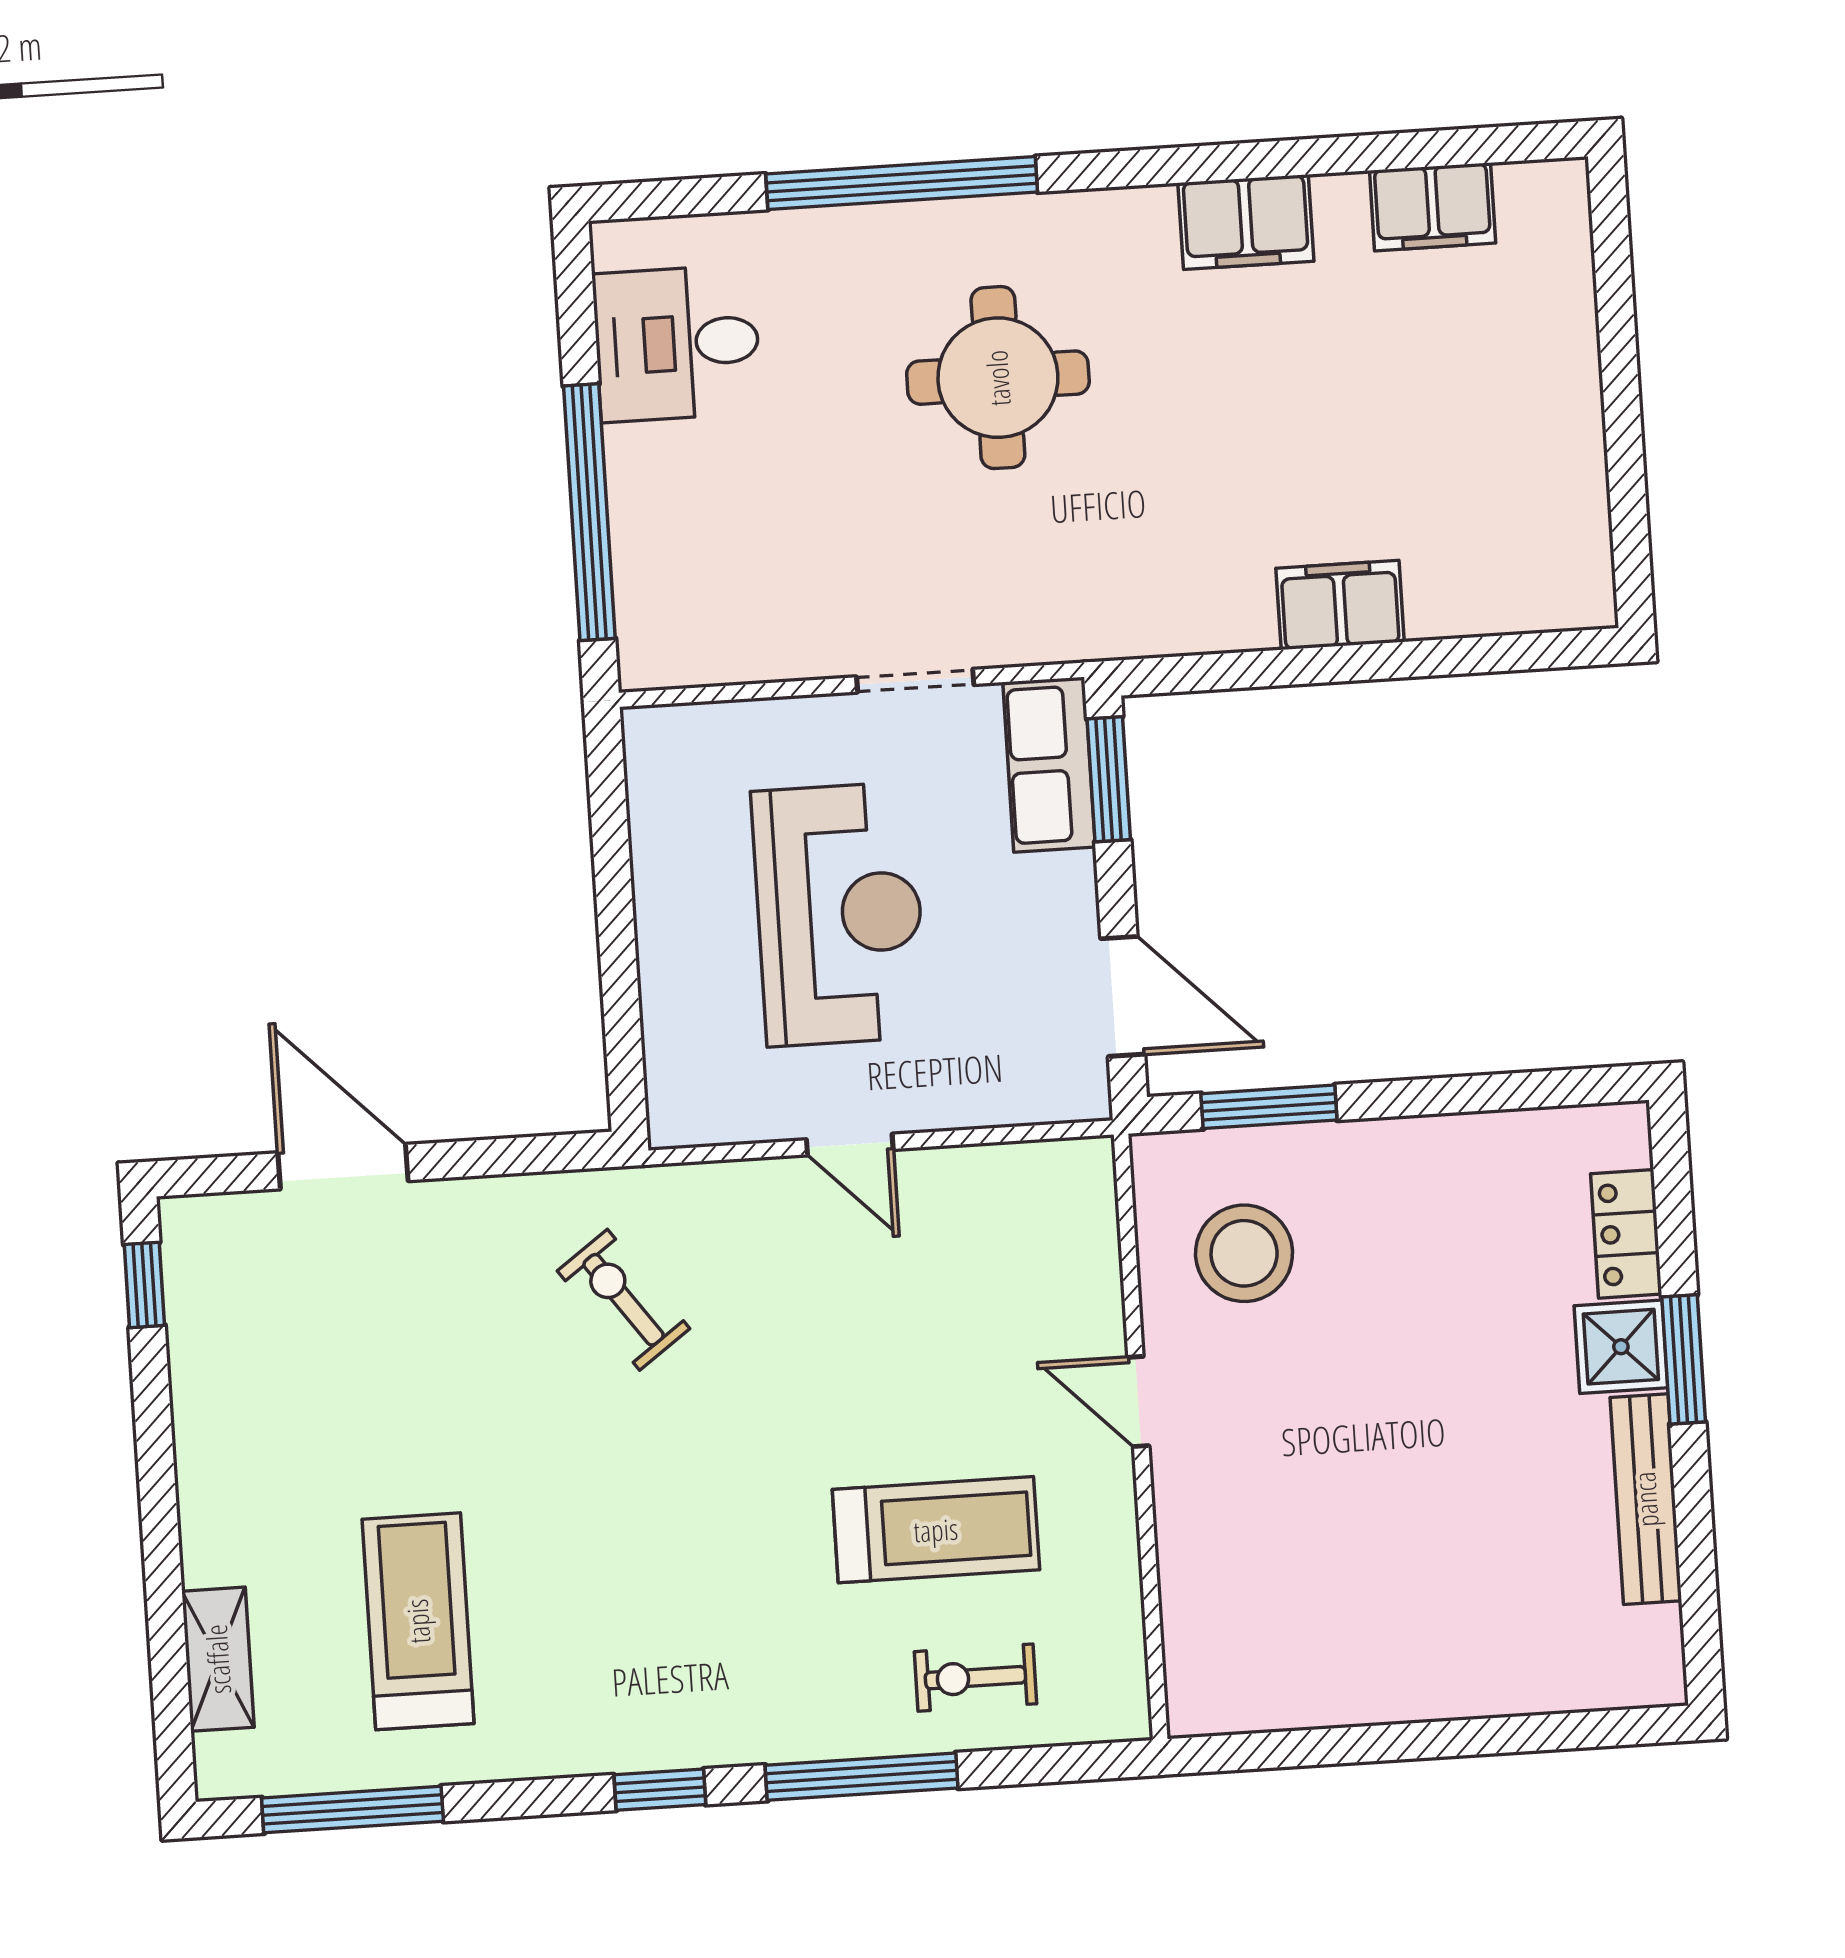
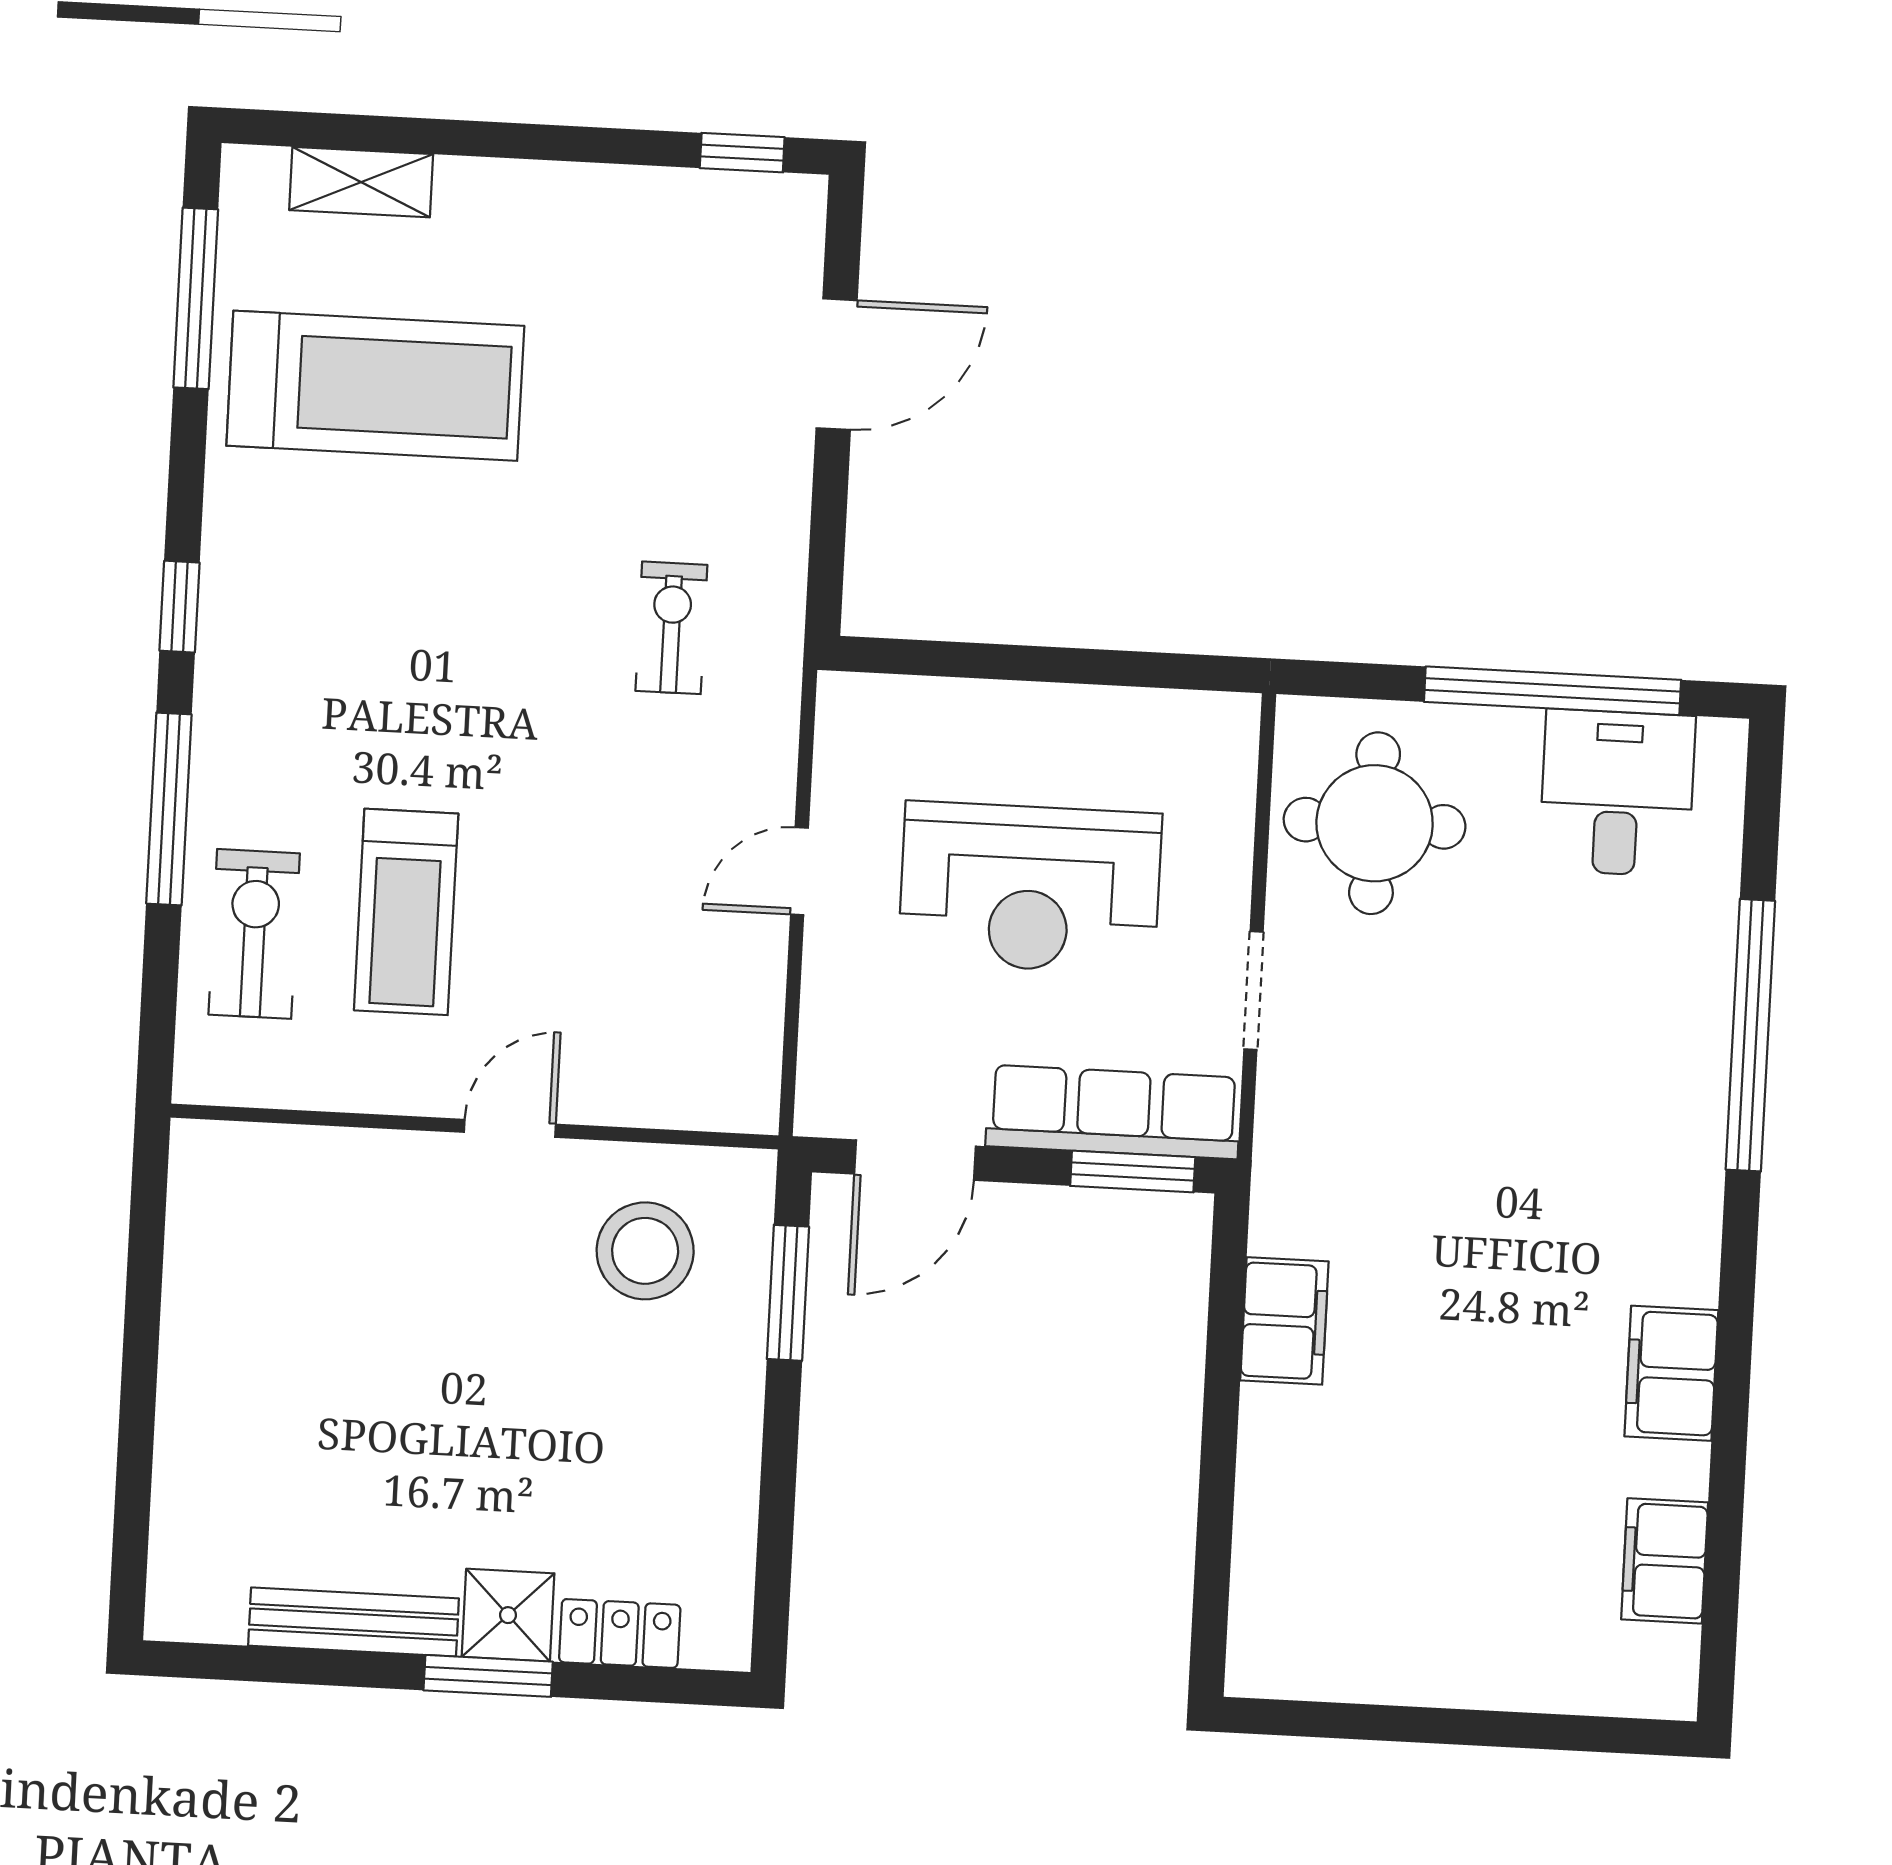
round table: (998, 378) -> (1375, 823), moved
window: (589, 512) -> (1552, 691), moved
filing cabinet: (1340, 605) -> (1284, 1321), moved
row of seats: (1049, 765) -> (1113, 1112), width x1.48
exercise bike: (624, 1300) -> (671, 628), turned -54
treadmill: (418, 1621) -> (375, 386), width x1.37, depth x1.38
exercise bike: (975, 1678) -> (254, 934), width x1.38, depth x1.39

